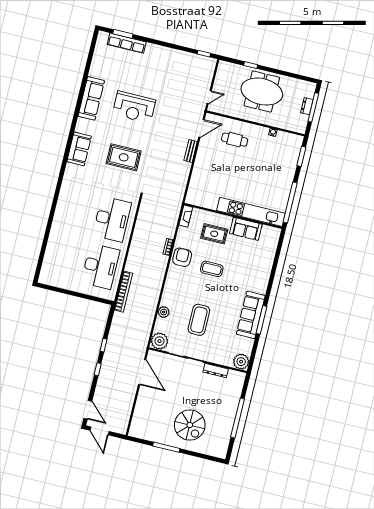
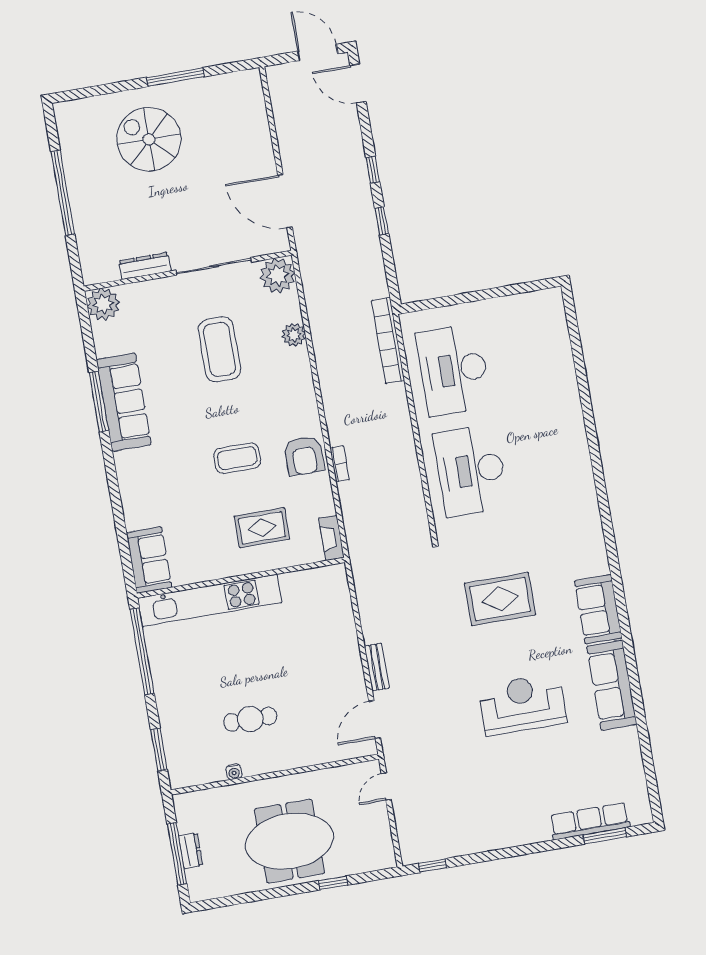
cafe table: (235, 140) -> (250, 719), moved
sofa: (79, 149) -> (598, 609), moved
sofa: (246, 229) -> (149, 560), moved, turned 90

